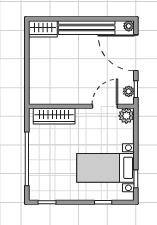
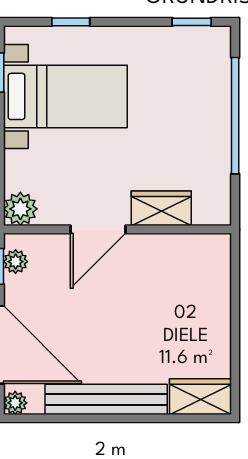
door: (105, 106) -> (98, 229), moved
wardrobe: (54, 116) -> (161, 208), width x0.67

